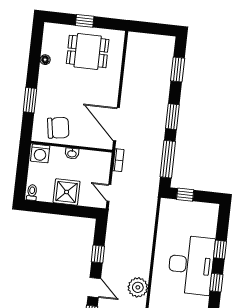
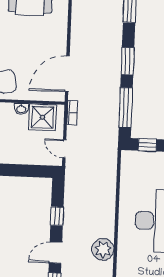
door: (116, 124) -> (67, 74), hinge flipped
shower: (67, 192) -> (42, 117), moved
door: (94, 287) -> (56, 253), swing flipped

